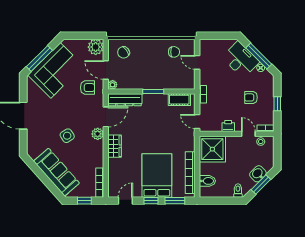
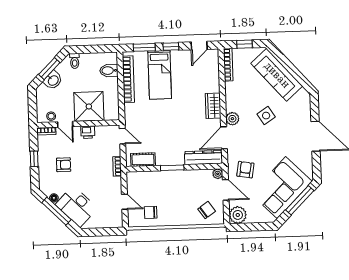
armchair: (87, 88) -> (245, 170), turned 99
shower: (212, 149) -> (89, 106), moved
bed: (157, 176) -> (160, 75), width x0.67

